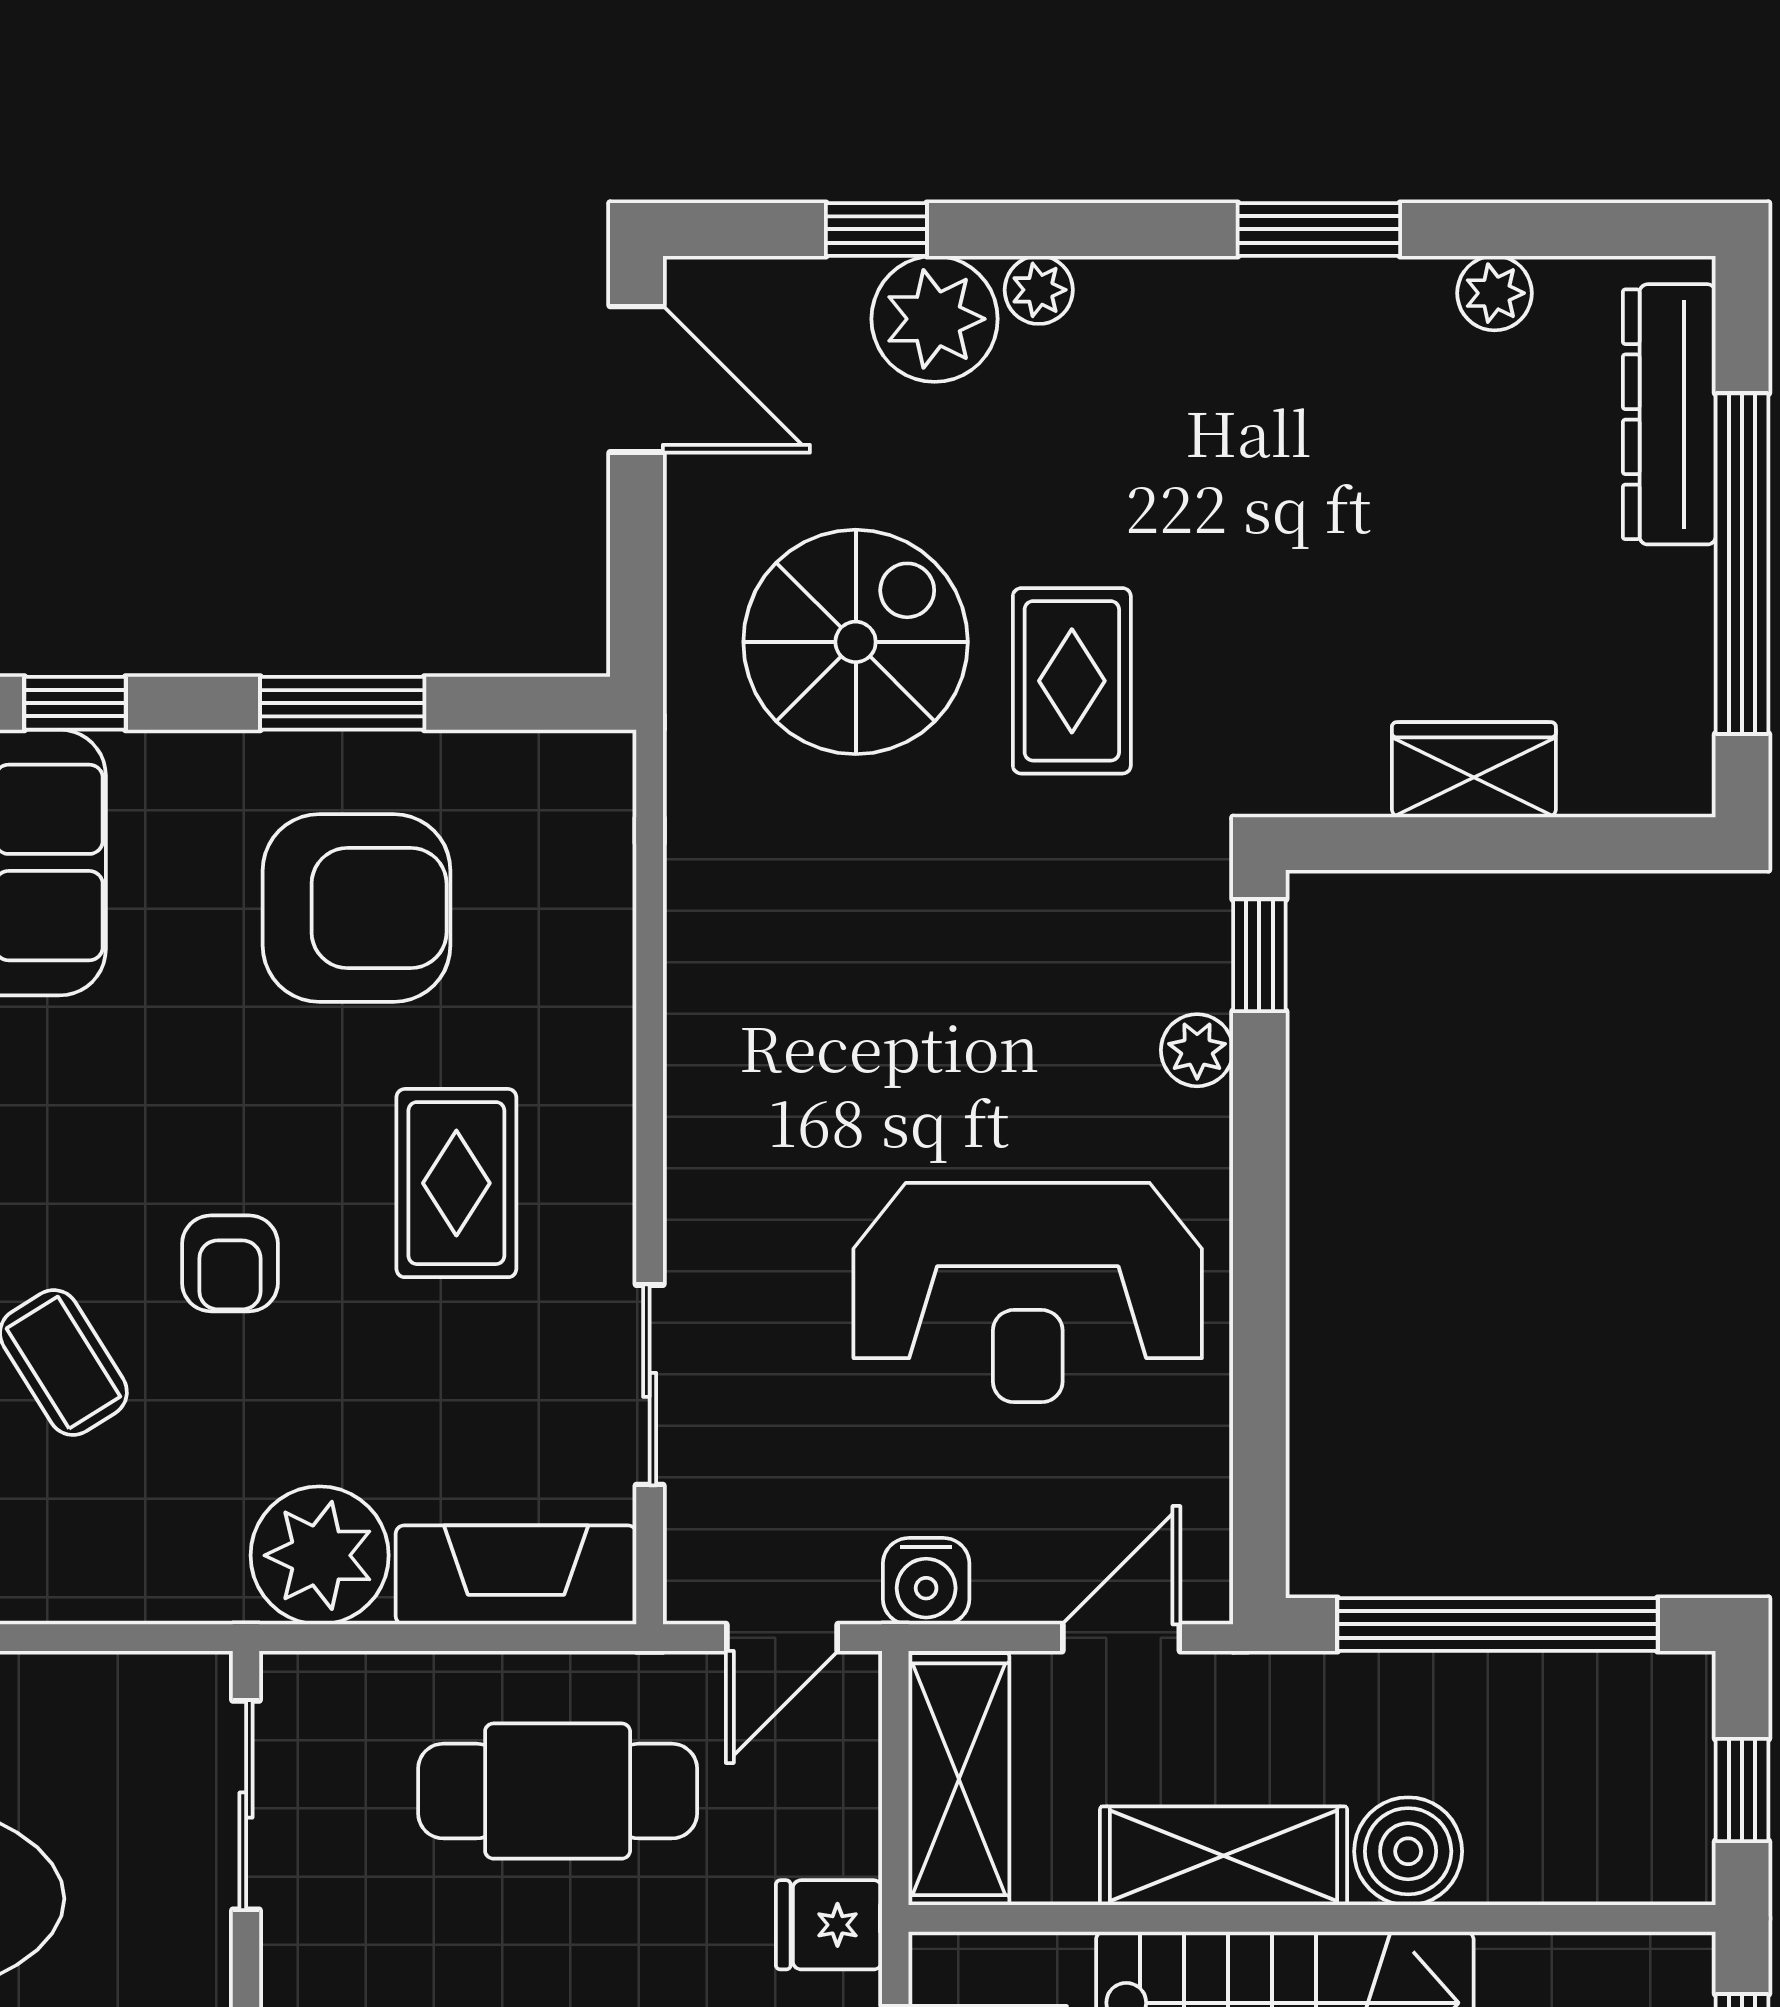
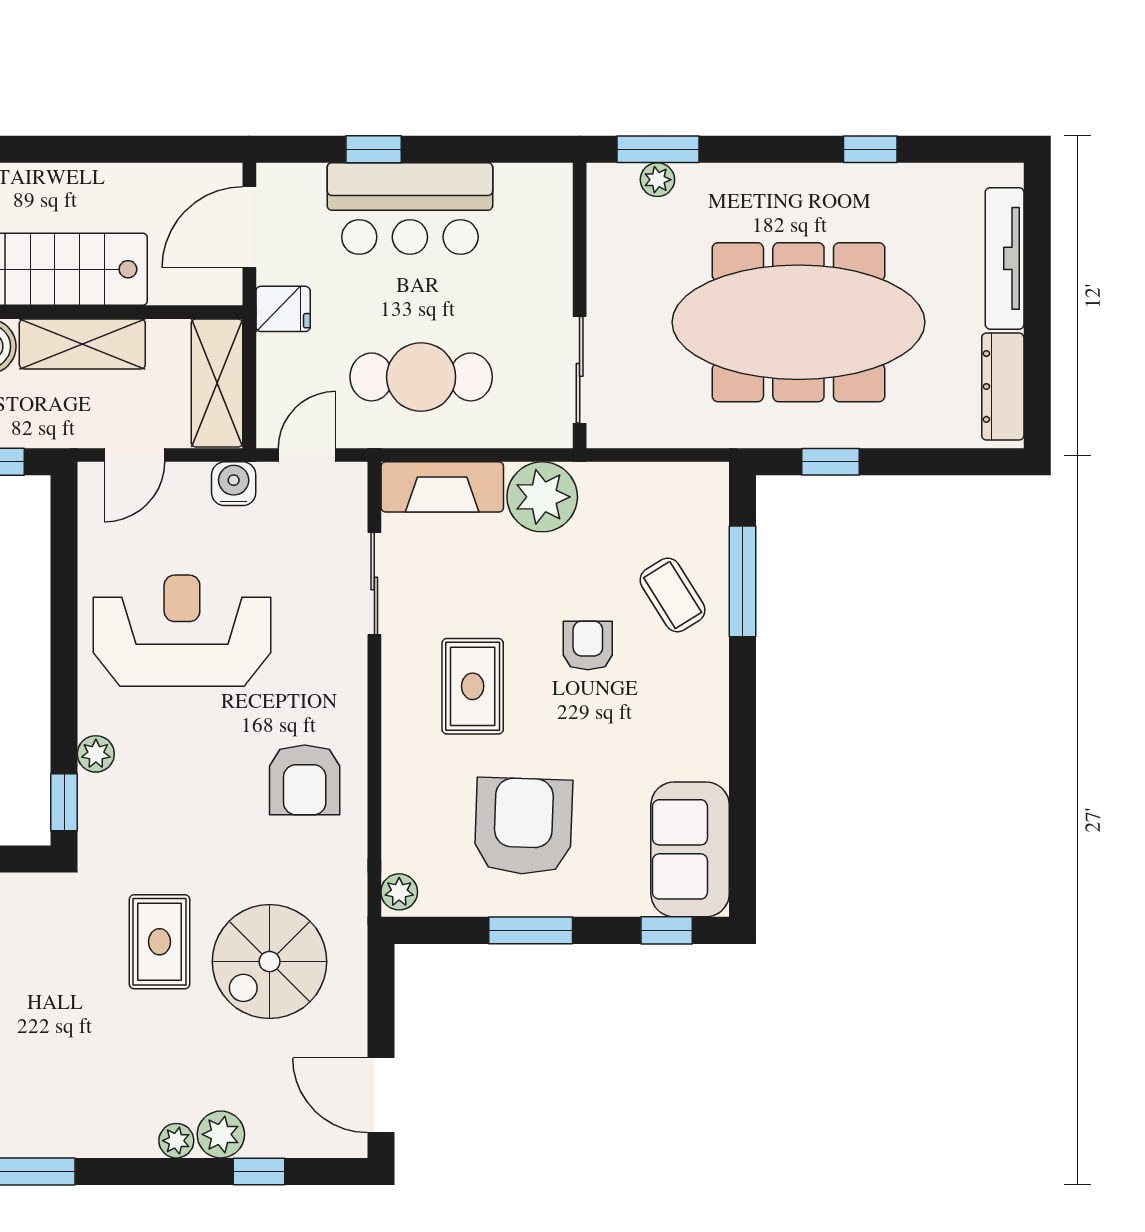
plant: (935, 319) -> (221, 1134), width x0.73, depth x0.73
plant: (601, 779) -> (399, 892), added
armchair: (357, 908) -> (523, 826), turned 92
armchair: (787, 999) -> (305, 780), added

